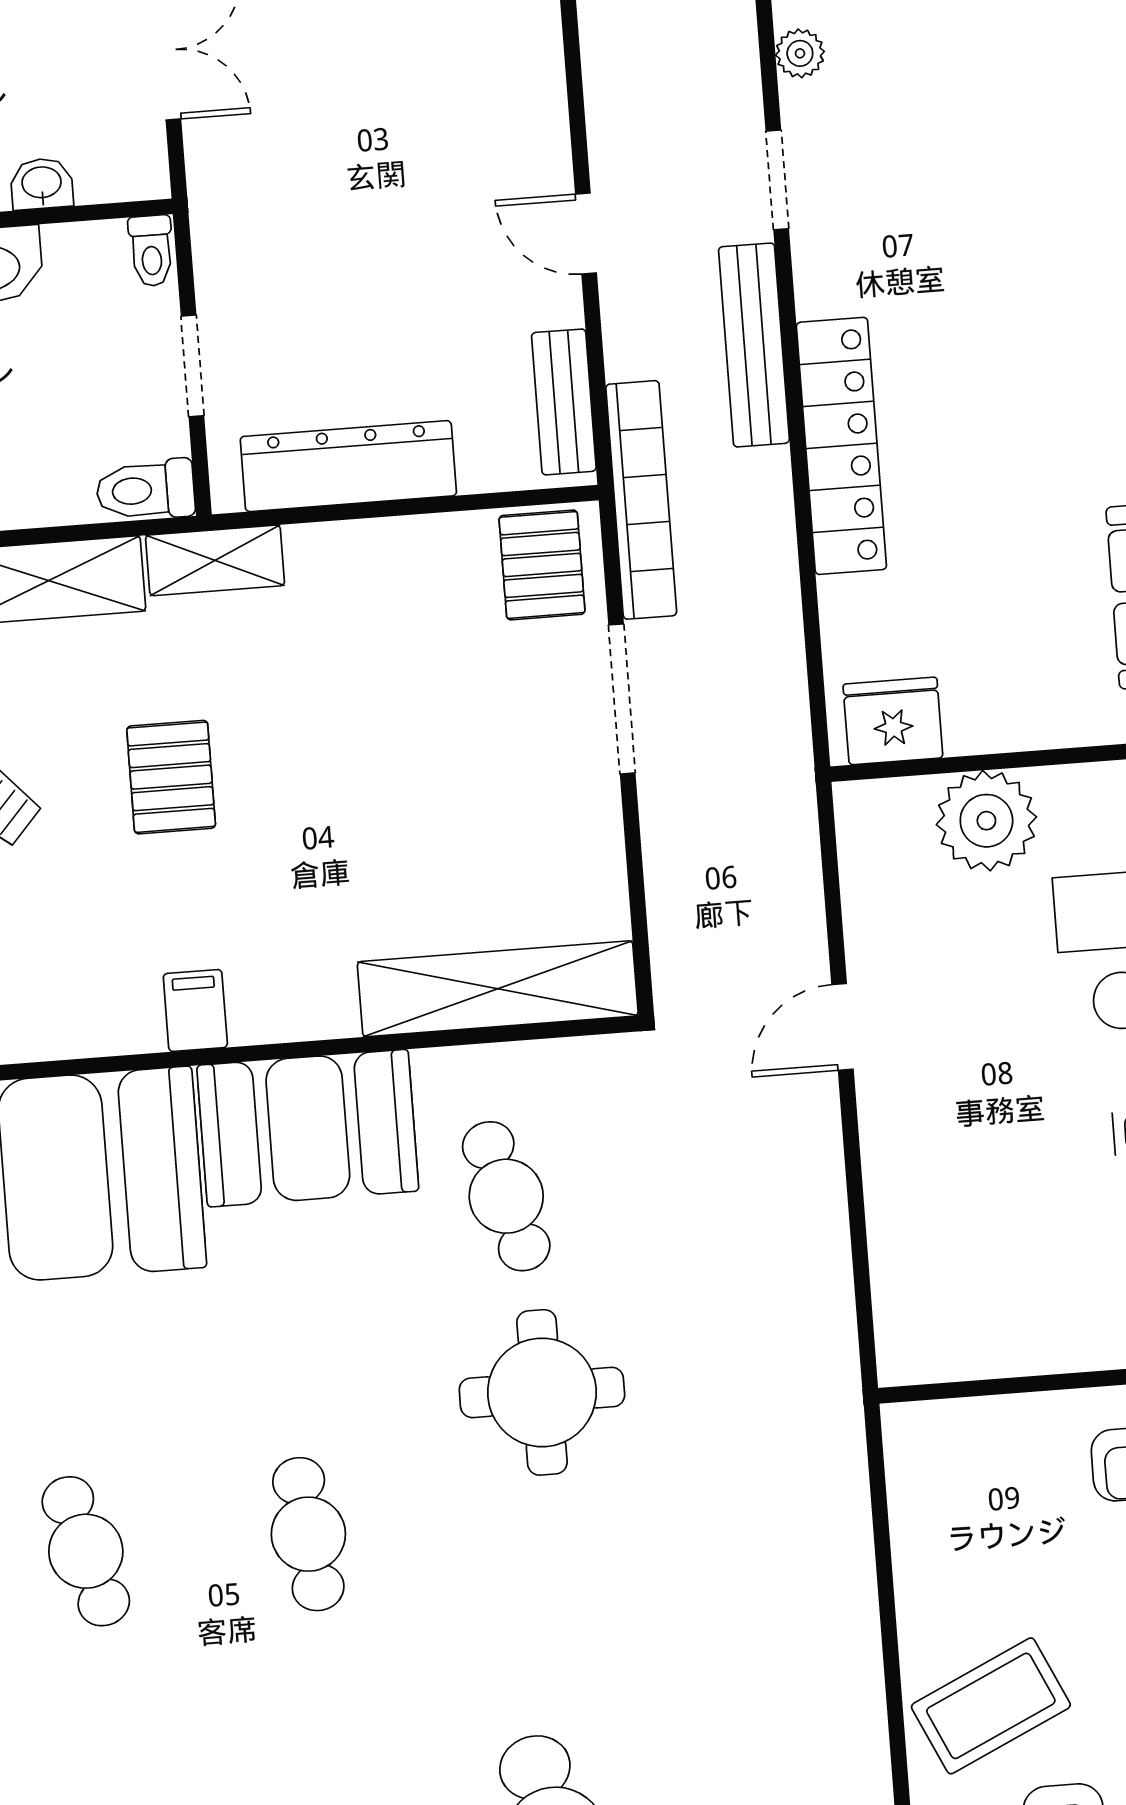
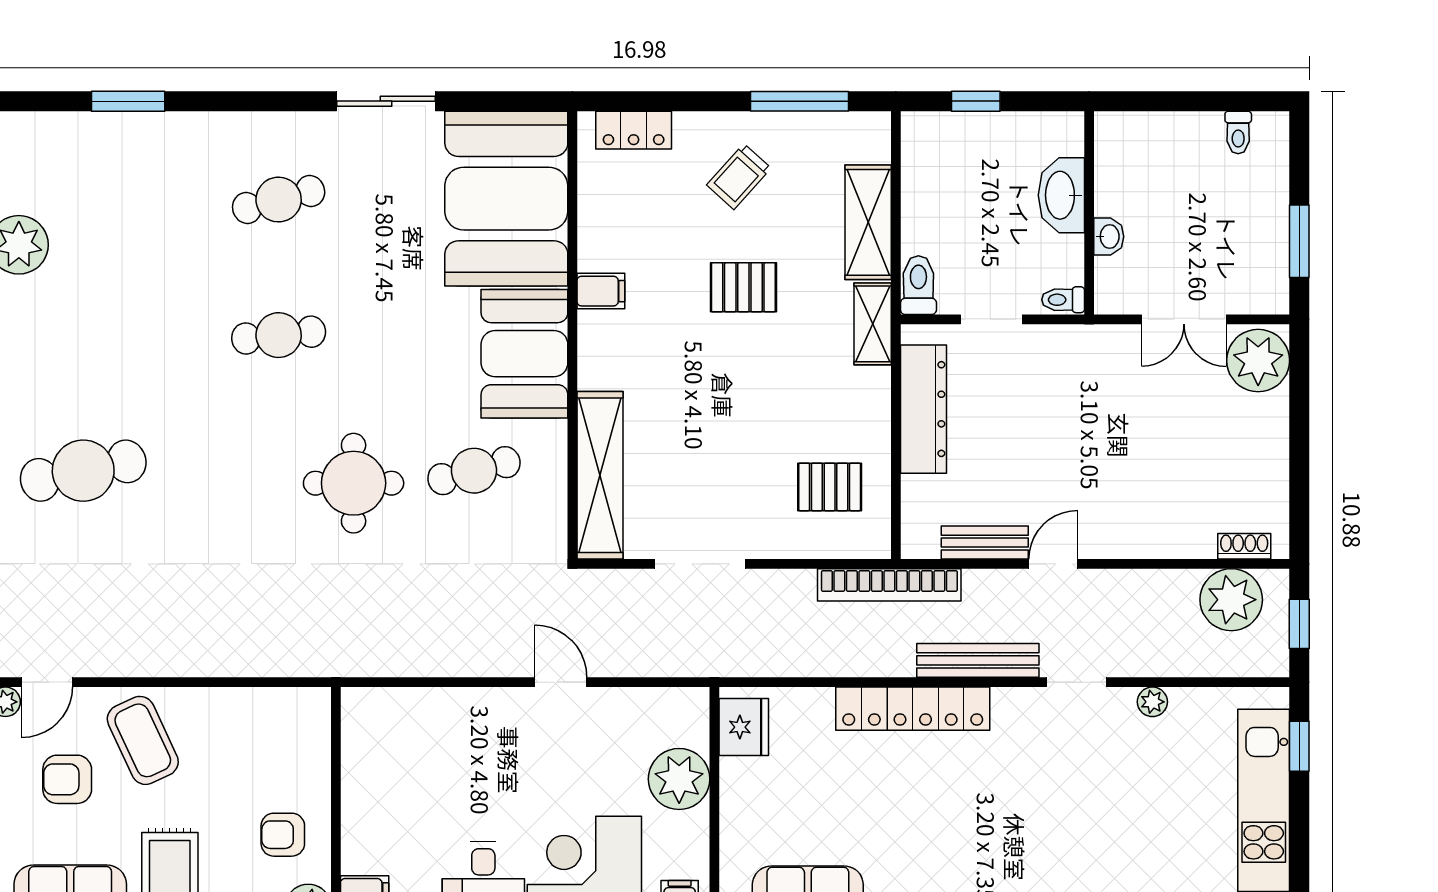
bench: (564, 402) -> (985, 543), moved
pallet: (542, 565) -> (830, 487), moved
doorway: (622, 699) -> (700, 564), moved

